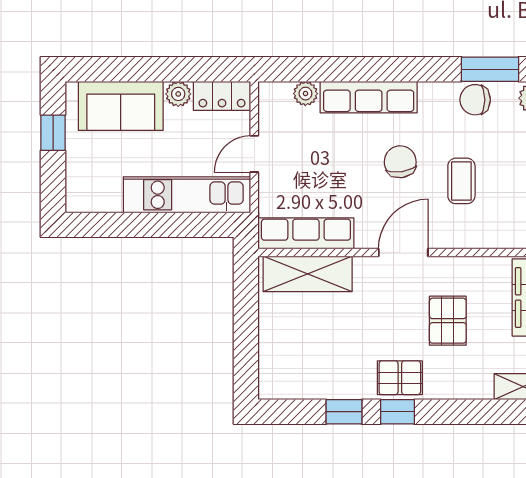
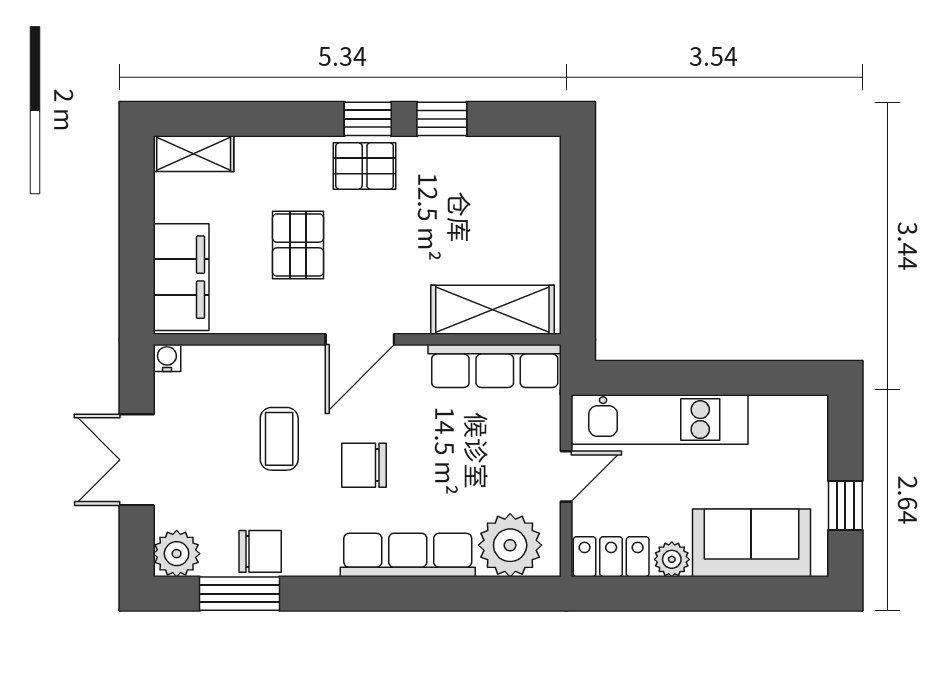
plant: (305, 94) -> (510, 545), width x1.87, depth x1.87
chair: (400, 162) -> (364, 465), turned 98

